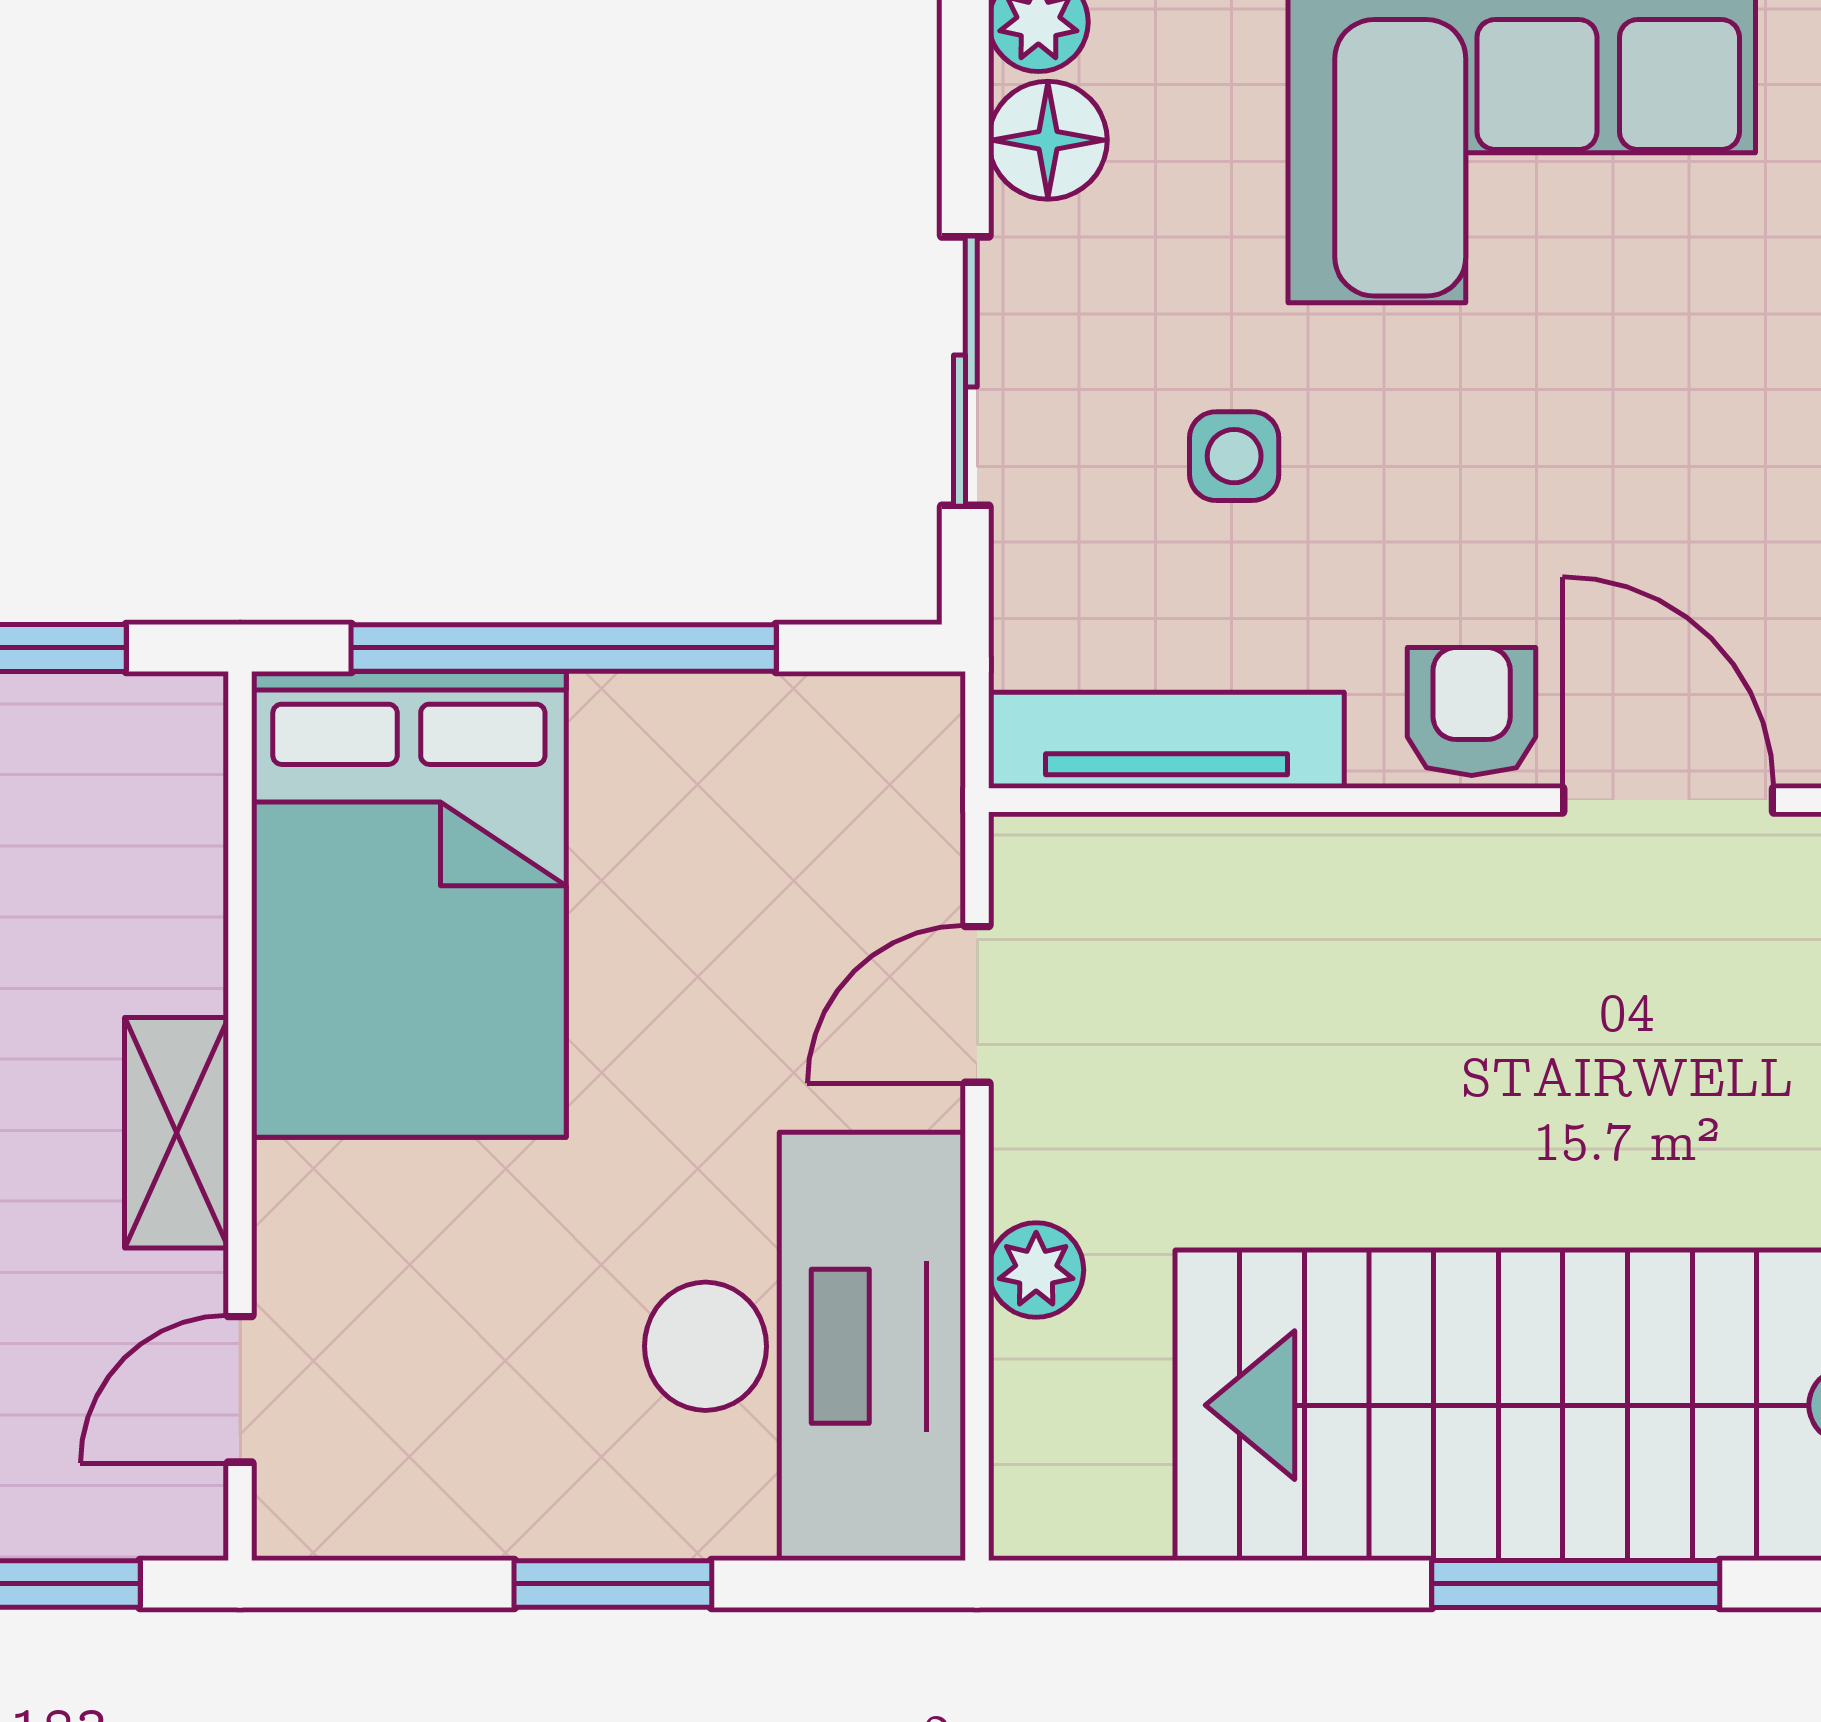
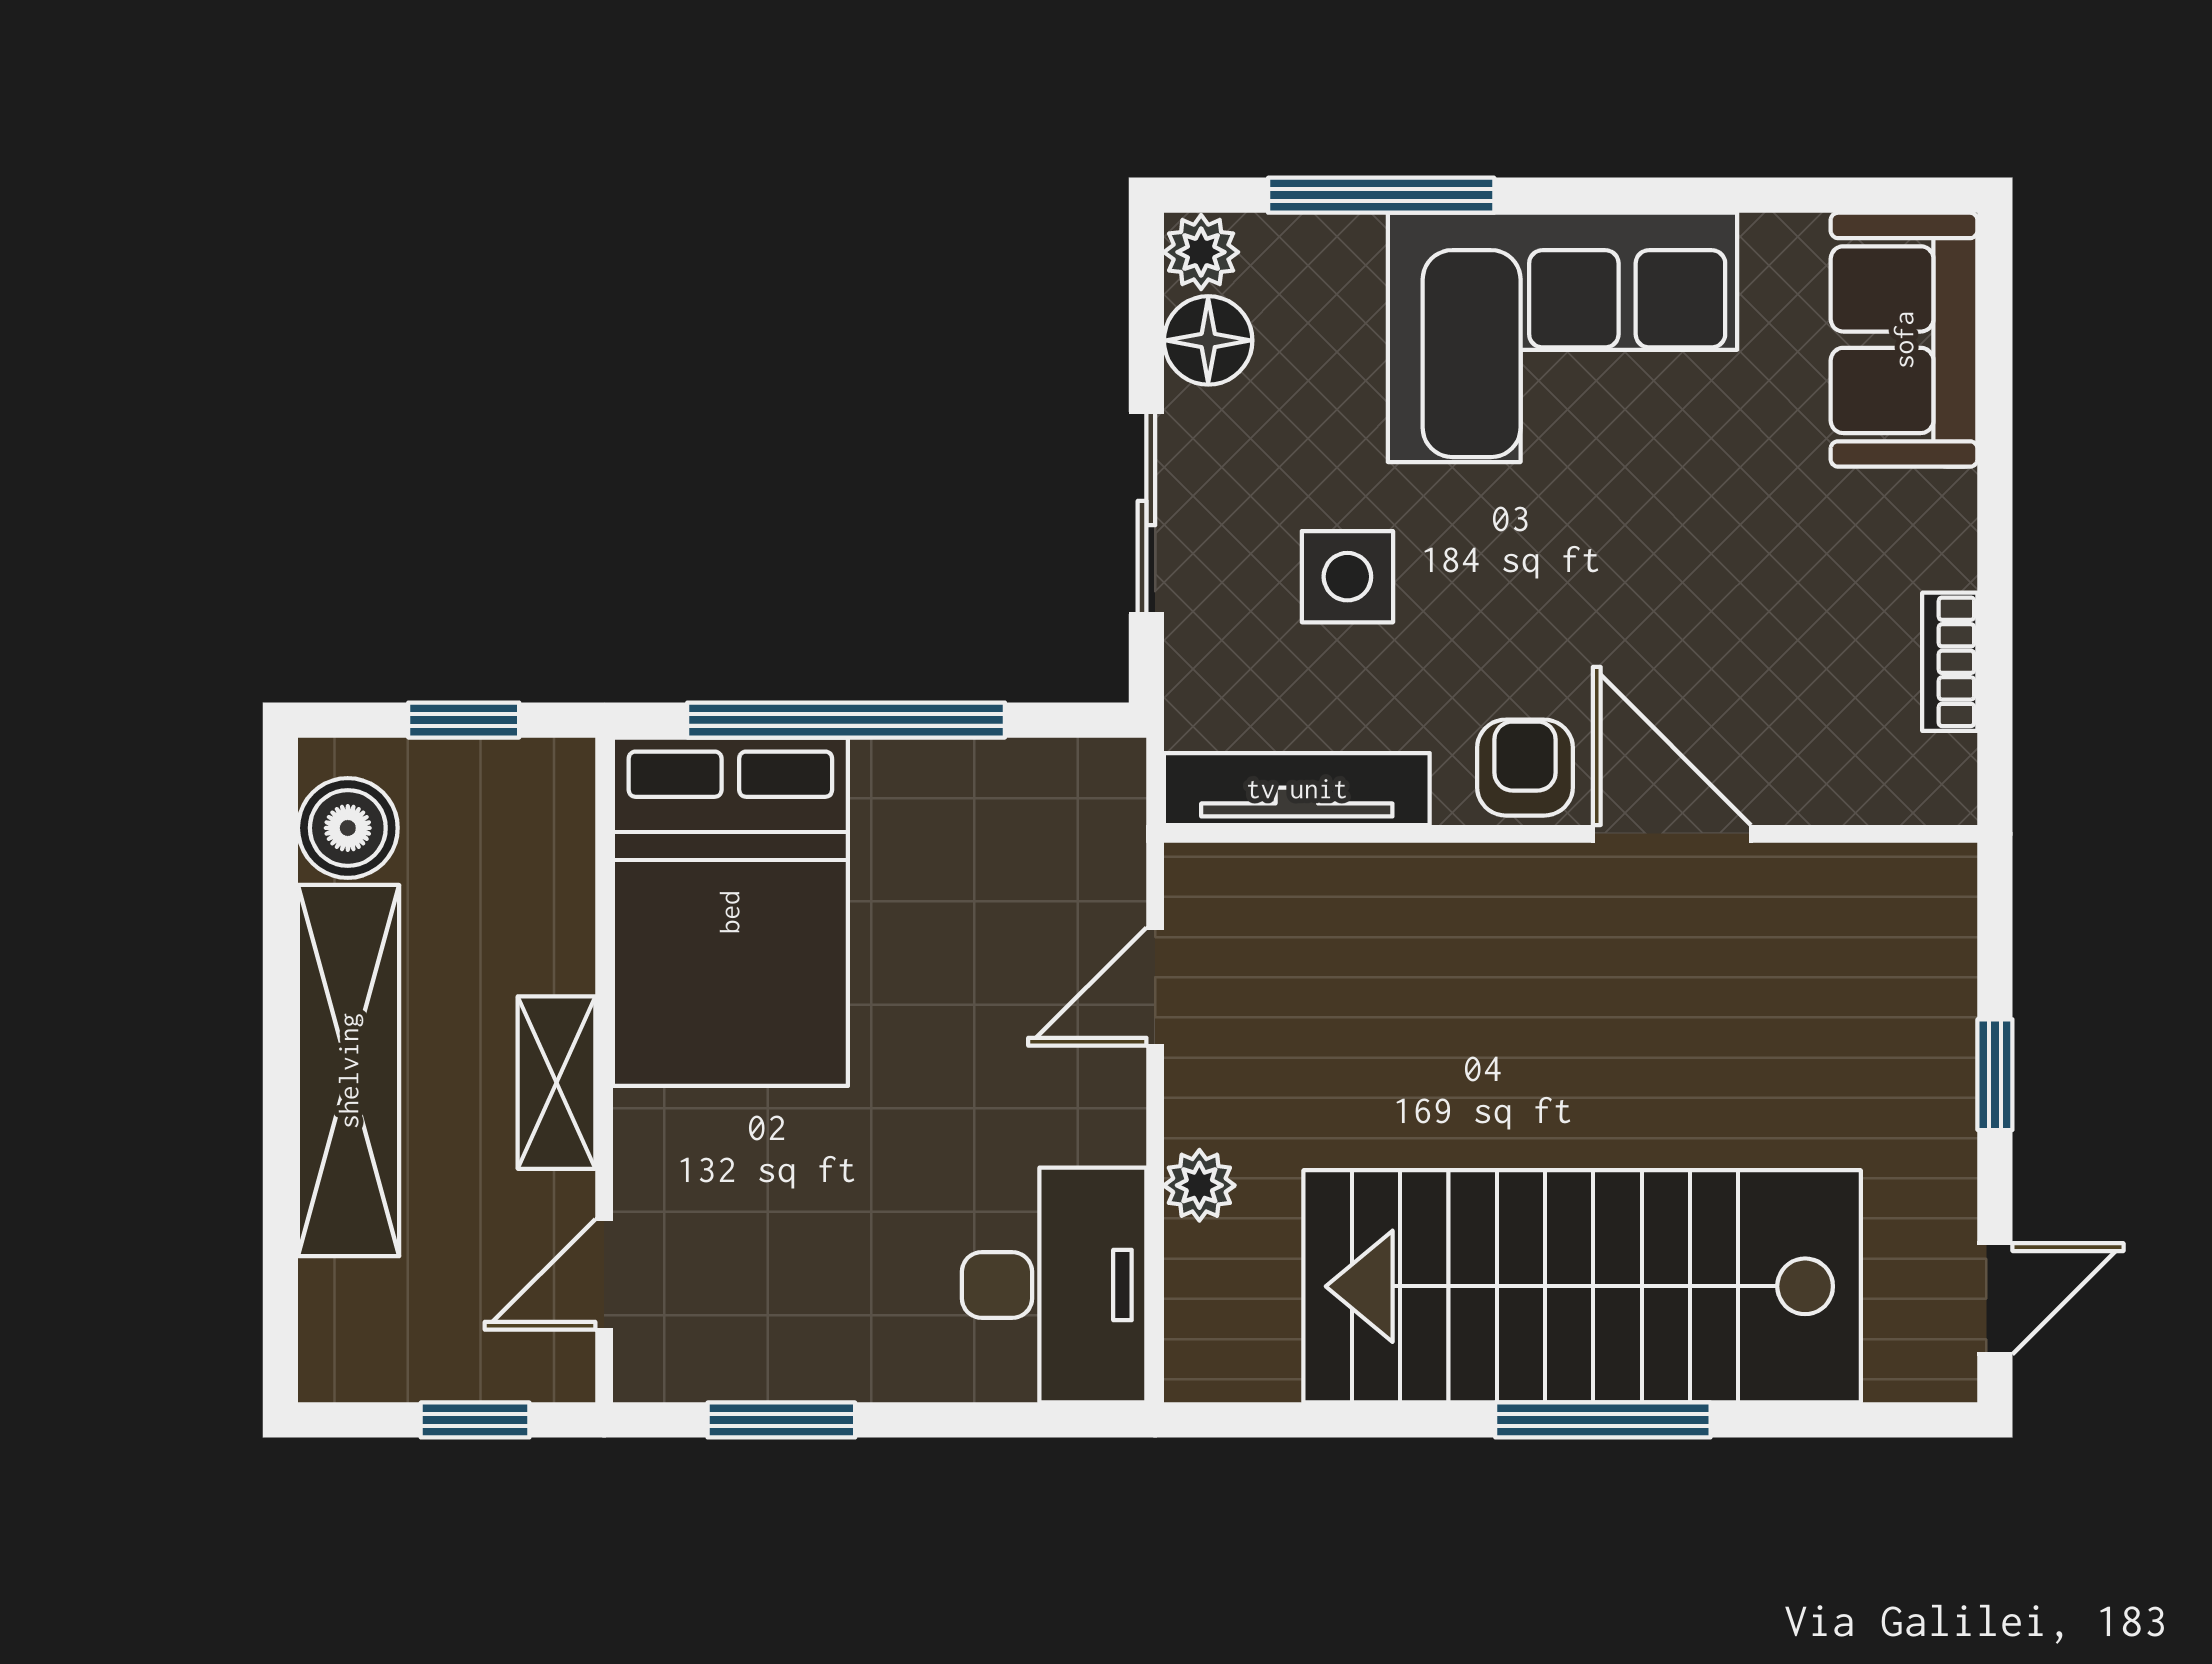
side table: (1234, 456) -> (1347, 577), width x1.37, depth x1.37
desk: (805, 1346) -> (1054, 1285), width x0.73, depth x0.77
window: (613, 1584) -> (781, 1420), moved

